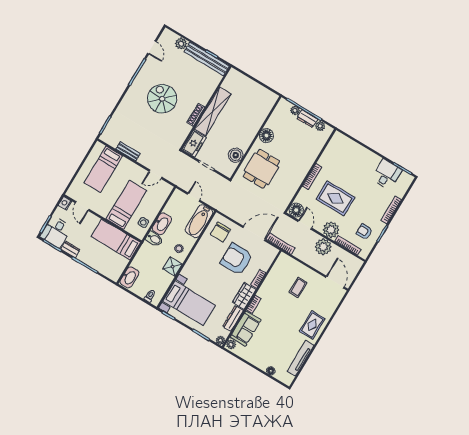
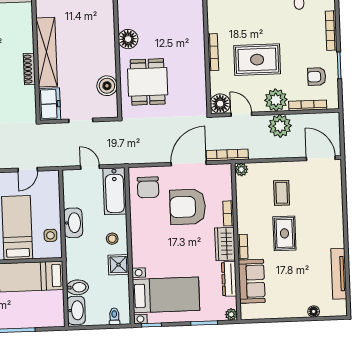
bidet: (154, 239) -> (77, 287), moved
rug: (312, 325) -> (284, 233), moved
plant: (231, 344) -> (241, 169), moved

